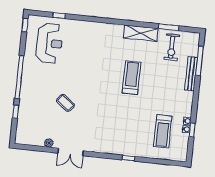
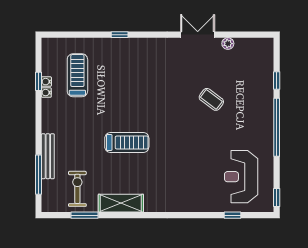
treadmill: (131, 78) -> (127, 143), turned -90

